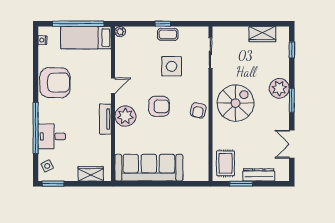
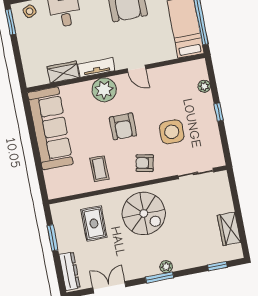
plant: (120, 32) -> (204, 86), moved
coffee table: (168, 34) -> (99, 169), moved
plant: (279, 88) -> (166, 267), width x0.53, depth x0.53
armchair: (198, 110) -> (145, 163), moved
rug: (226, 163) -> (94, 223), moved, turned 90
wardrobe: (91, 174) -> (63, 72), moved, turned -90
dresser: (259, 175) -> (70, 271), moved

